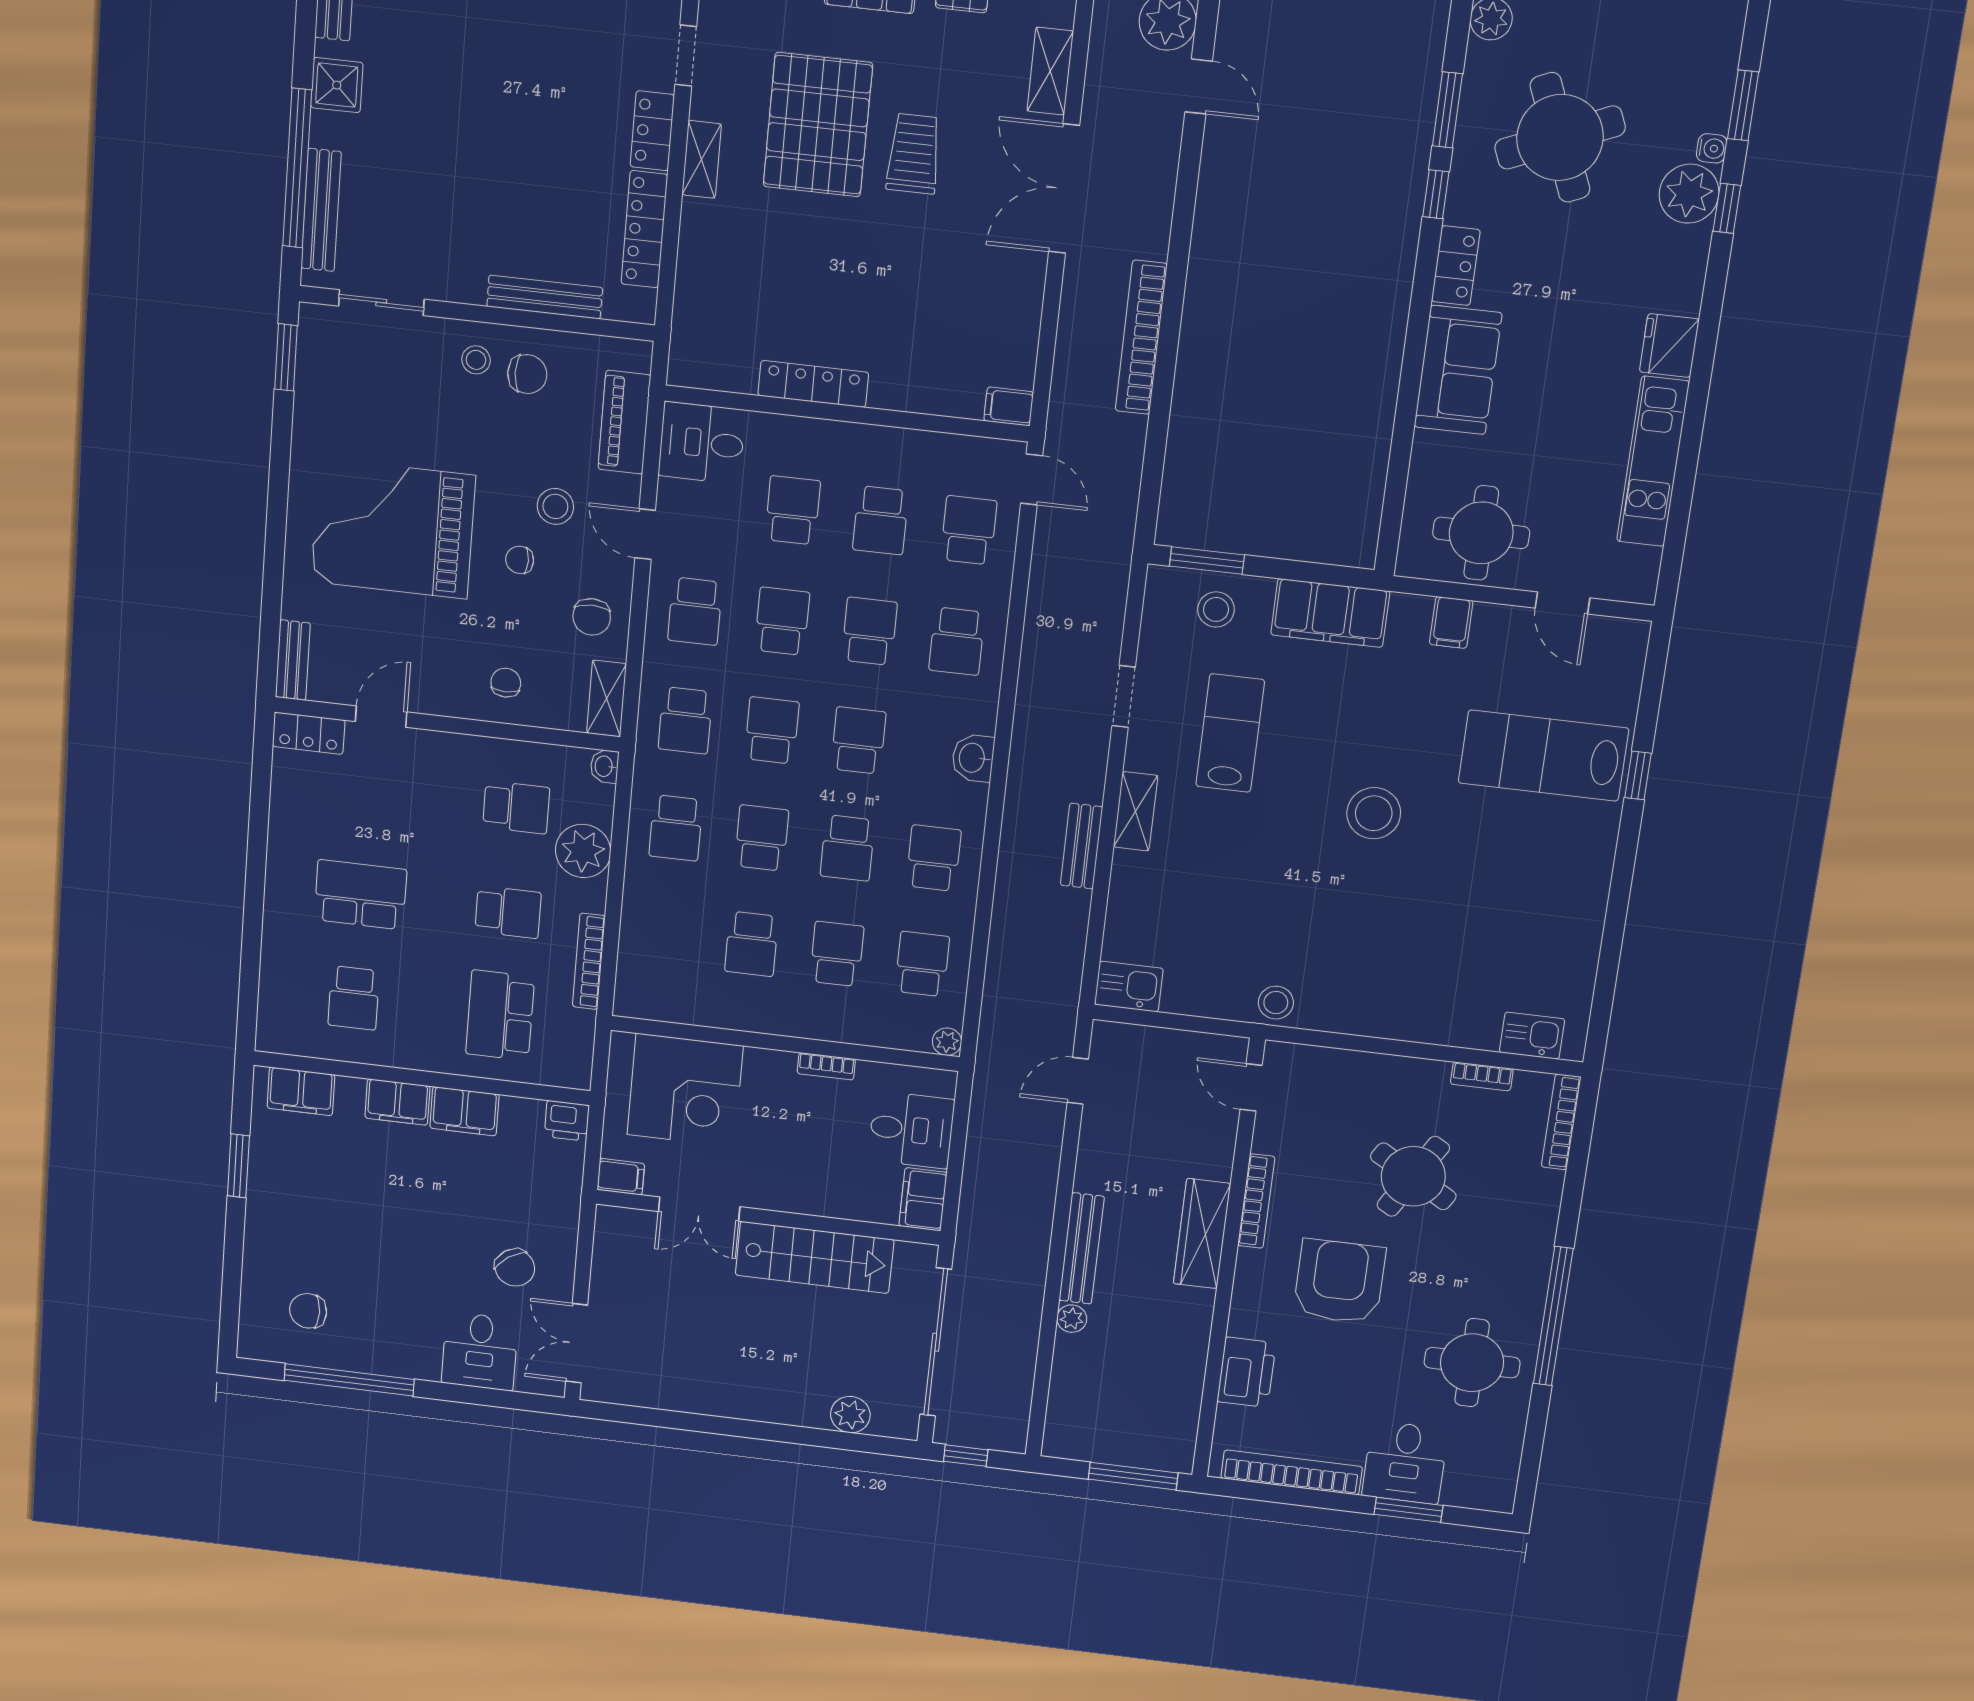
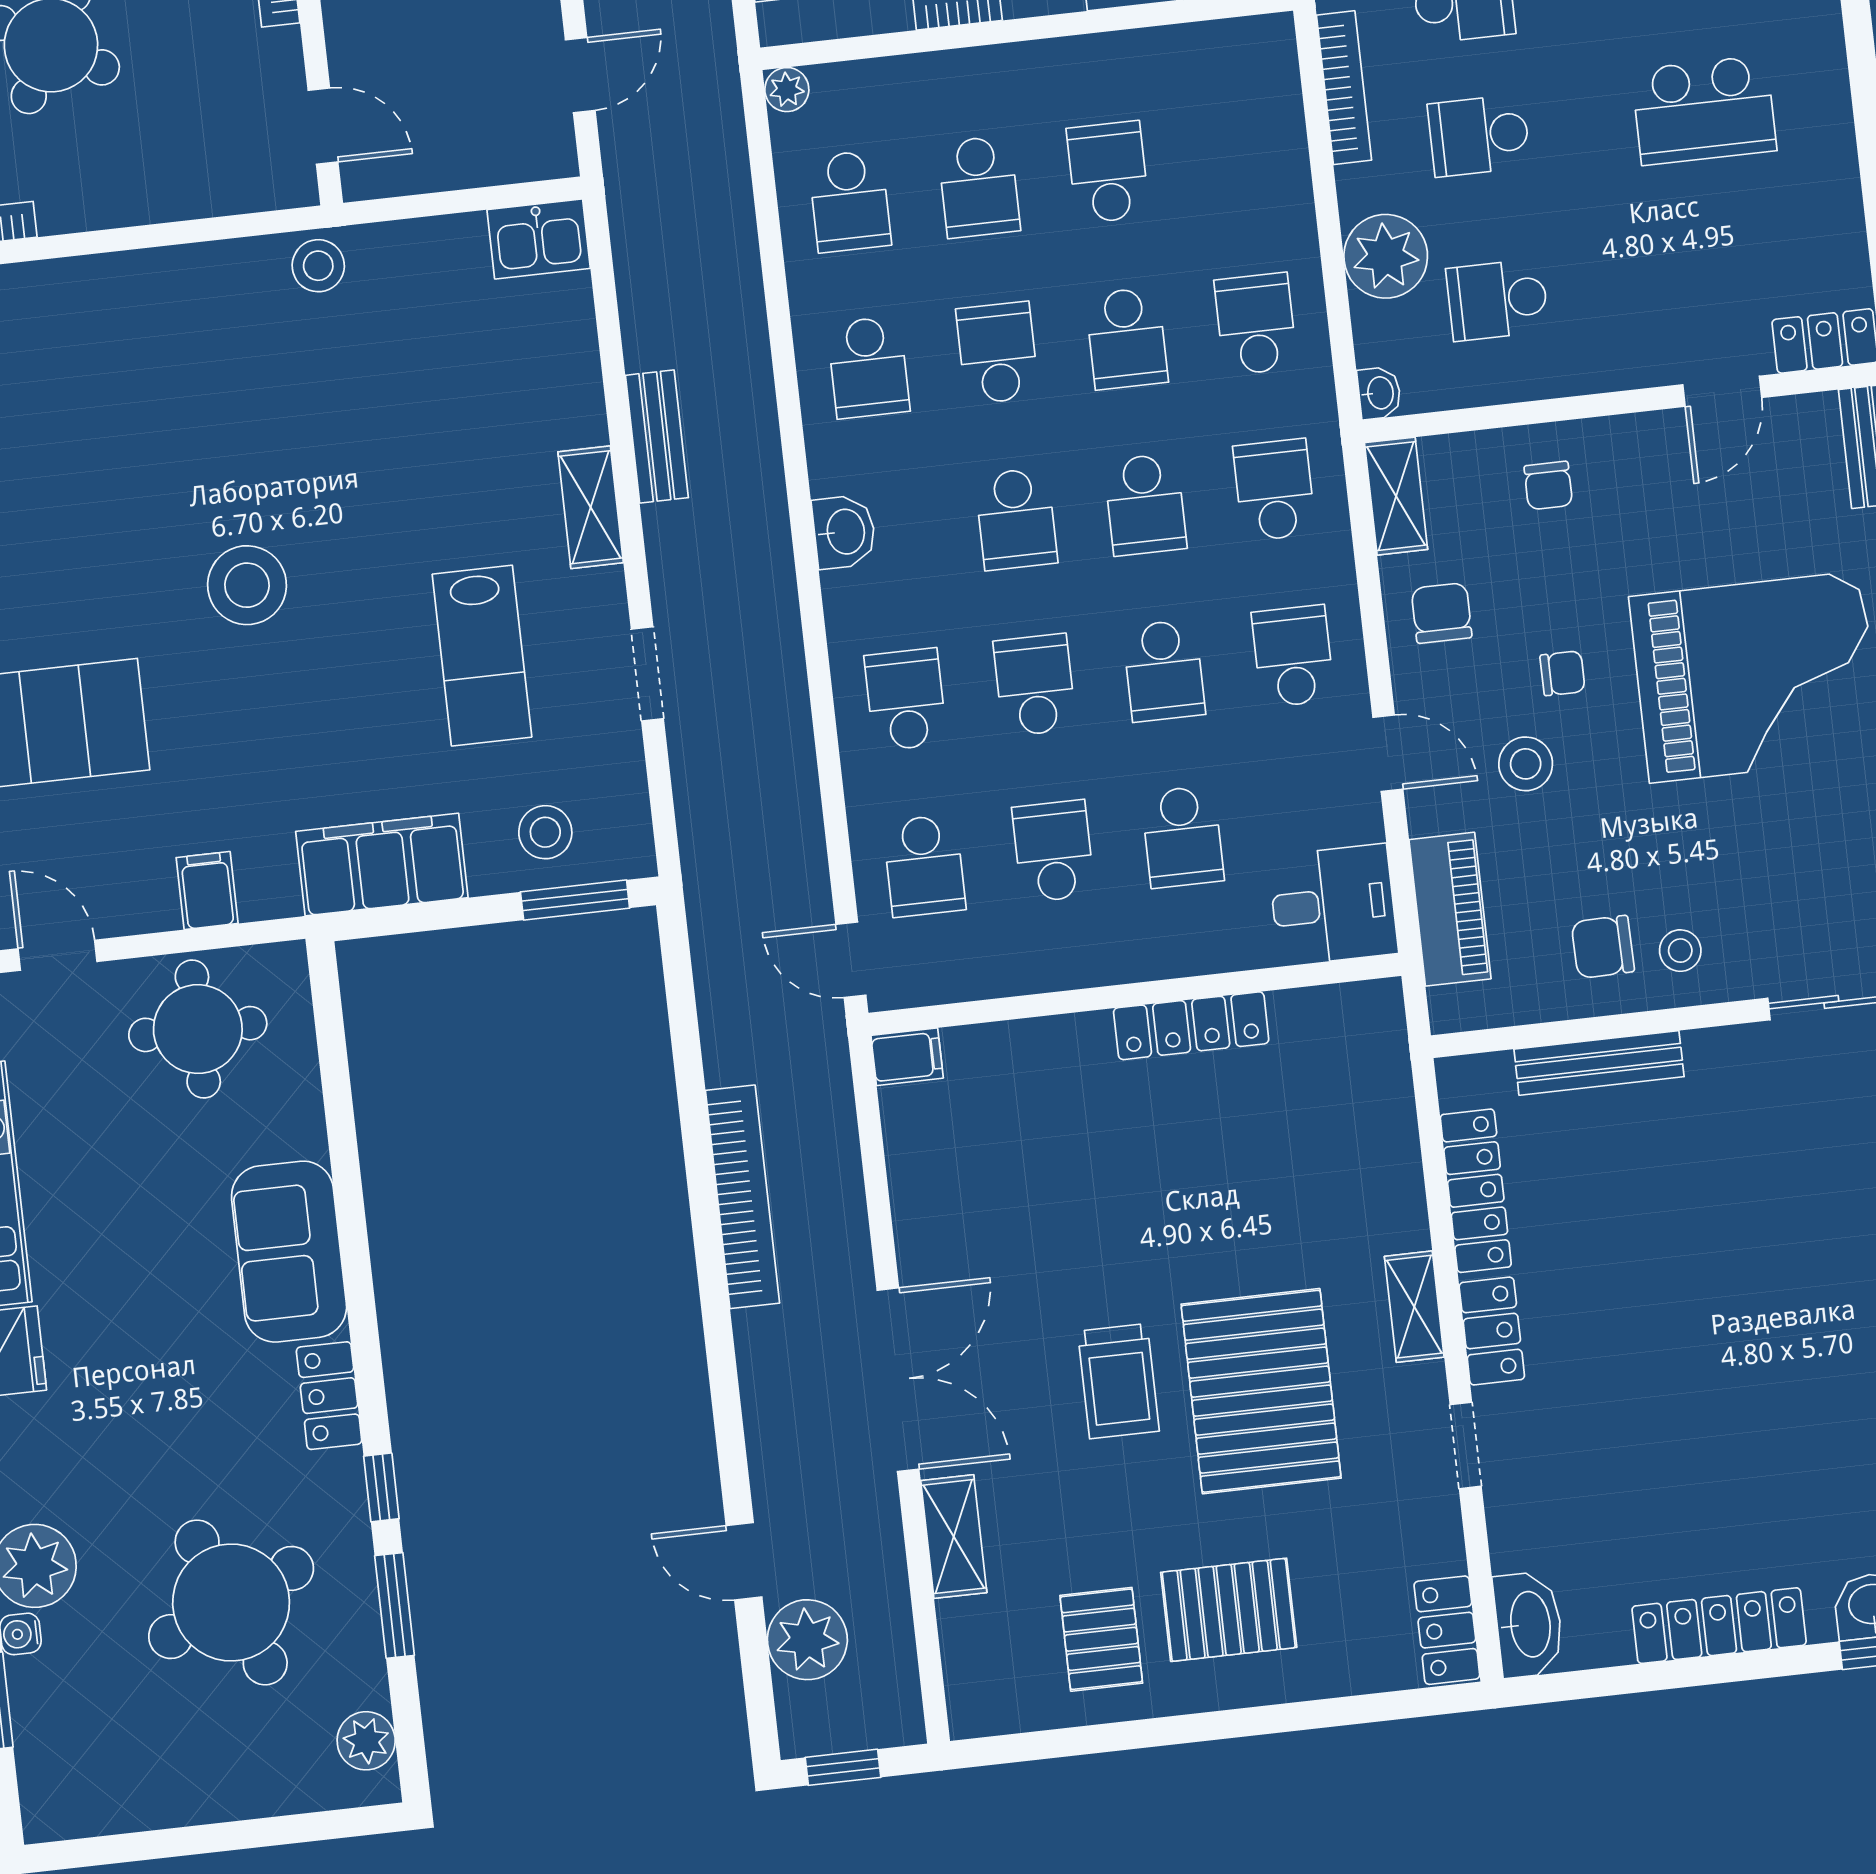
school desk: (869, 631) -> (1035, 685), turned 180

